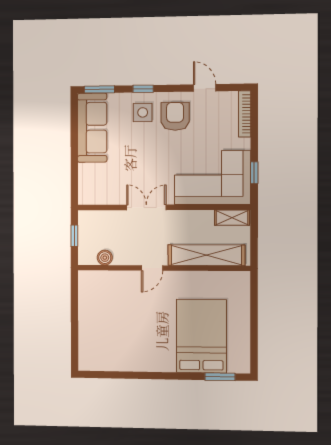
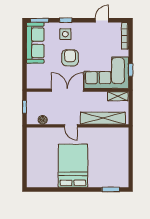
door: (205, 88) -> (102, 20), hinge flipped
armchair: (175, 116) -> (70, 58), moved
double door: (146, 207) -> (67, 90), width x1.37
door: (152, 268) -> (71, 126), hinge flipped
bed: (201, 336) -> (73, 166), moved

